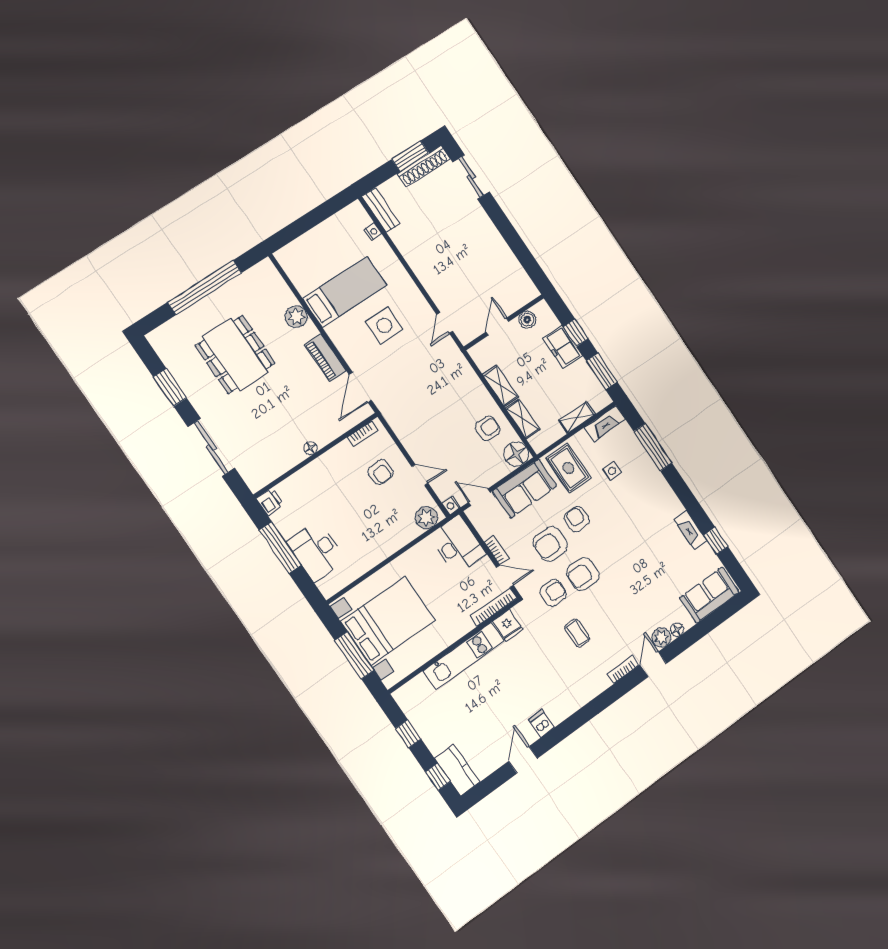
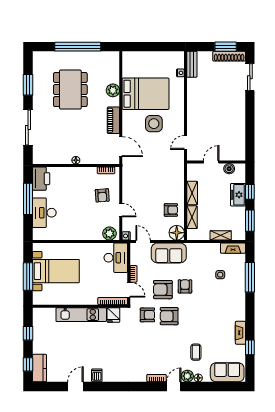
bed: (345, 292) -> (146, 94), width x1.50
door: (360, 387) -> (121, 147), swing flipped
rug: (568, 468) -> (199, 258), removed
printer: (270, 502) -> (41, 179), width x1.87, depth x1.48
bed with nightstands: (388, 621) -> (56, 271), width x0.73
coffee table: (577, 633) -> (196, 352), moved

